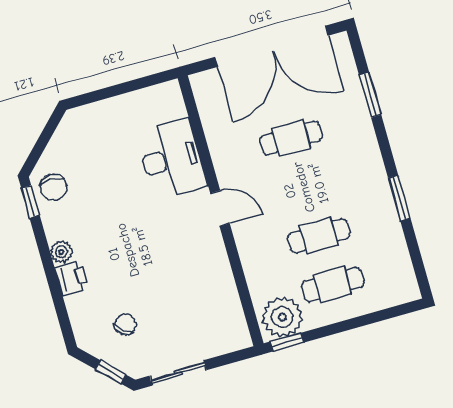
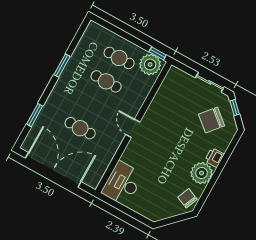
desk: (171, 159) -> (123, 183), moved
chair: (53, 187) -> (187, 198), turned -67
window: (30, 202) -> (201, 201), removed
plant: (61, 252) -> (202, 173), width x1.87, depth x1.87
chair: (125, 324) -> (211, 120), width x1.87, depth x1.87

